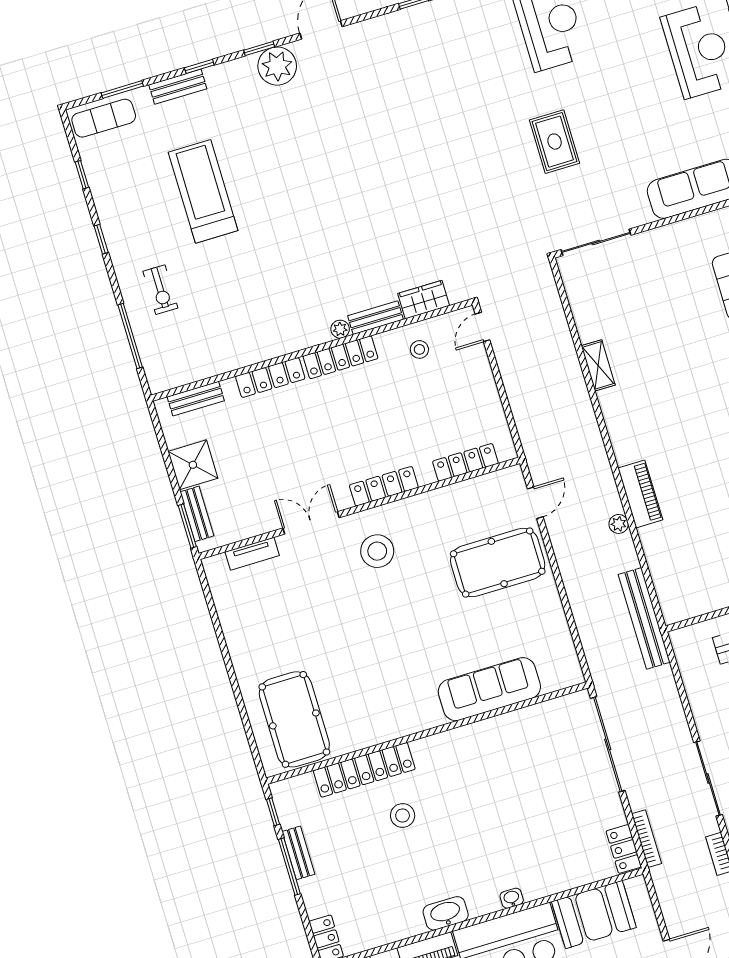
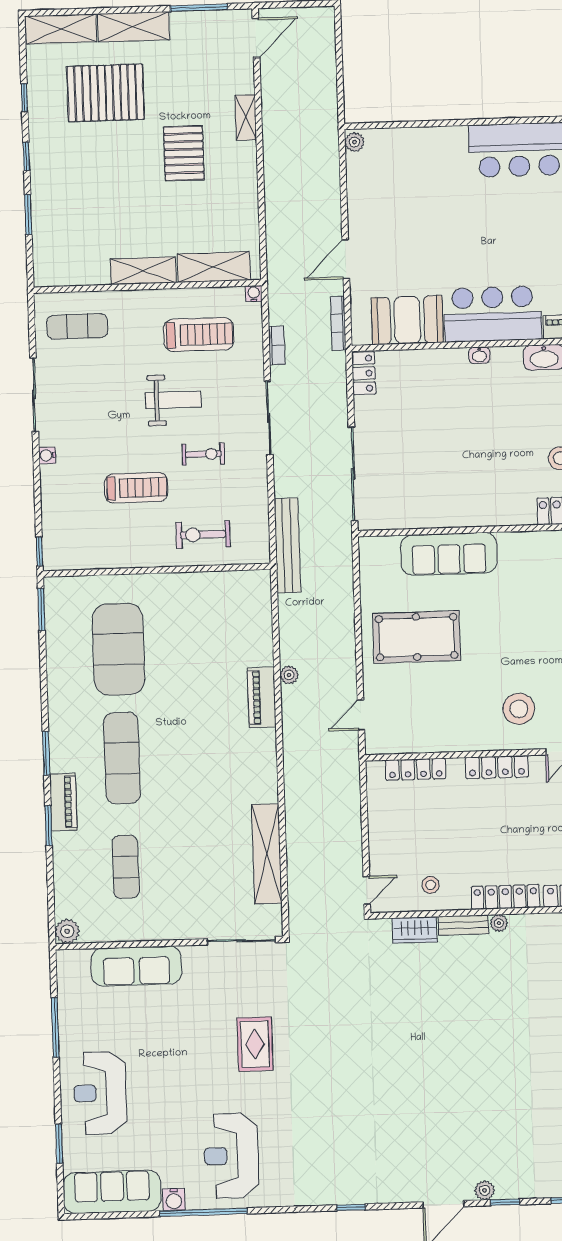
plant: (277, 66) -> (485, 1190), width x0.53, depth x0.53
shelving: (598, 365) -> (267, 854), width x2.20, depth x1.33
pool table: (498, 563) -> (417, 637), moved
bench: (644, 618) -> (287, 545), moved
bookcase: (647, 839) -> (338, 323), moved

